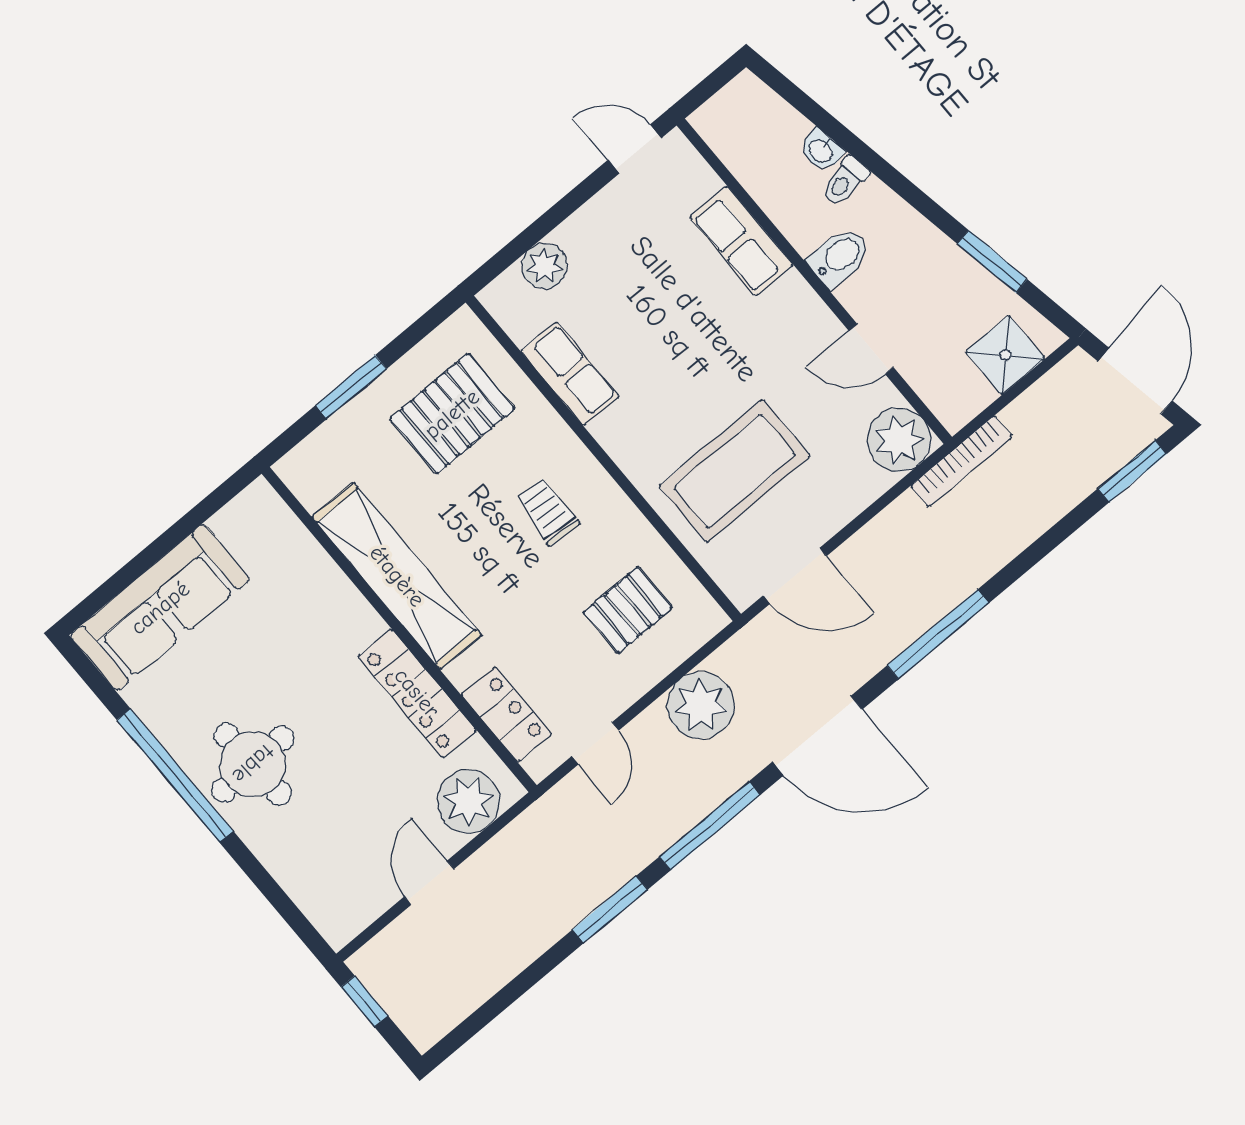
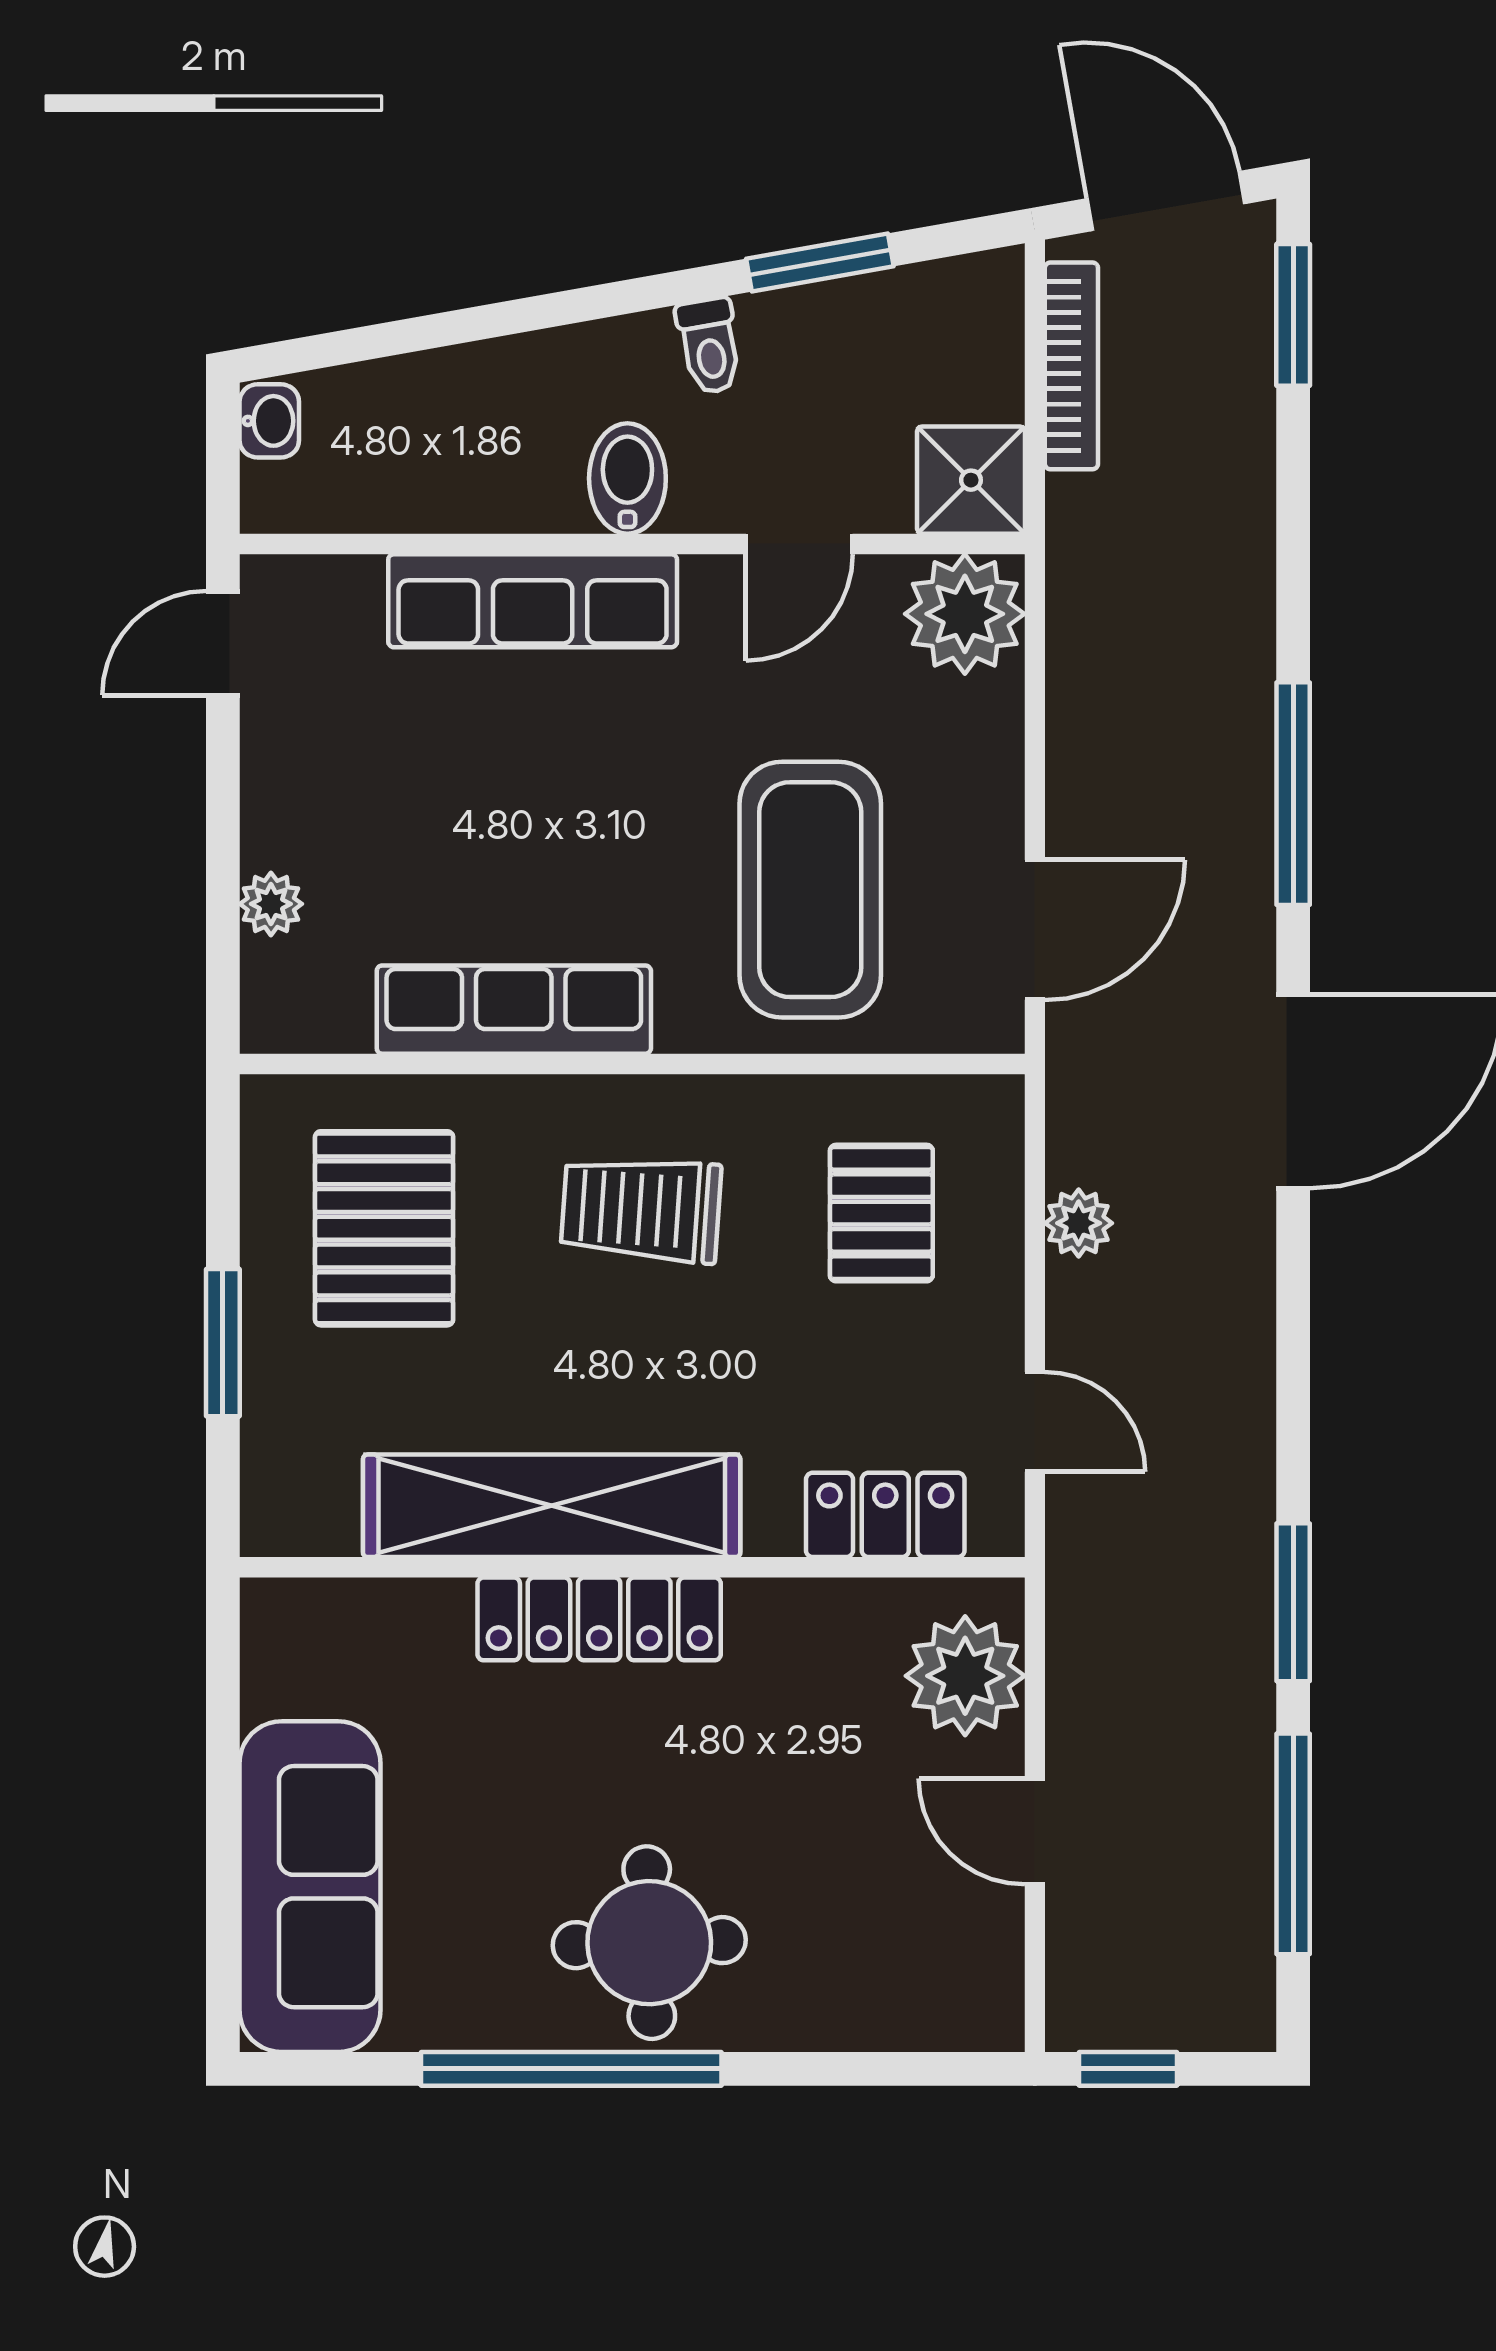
washbasin: (821, 150) -> (269, 421), moved, turned -80
toilet: (845, 181) -> (709, 346), moved
row of seats: (741, 241) -> (533, 601), width x1.48
plant: (545, 266) -> (271, 904), width x0.73, depth x0.73
shower: (1005, 355) -> (971, 480), moved
row of seats: (570, 374) -> (514, 1010), width x1.48
bookcase: (962, 461) -> (1071, 366), moved
trolley: (547, 511) -> (641, 1209), width x1.36, depth x1.39
locker: (417, 693) -> (599, 1619), moved
plant: (701, 705) -> (1079, 1223), width x0.53, depth x0.53
window: (710, 826) -> (1293, 1844), moved

